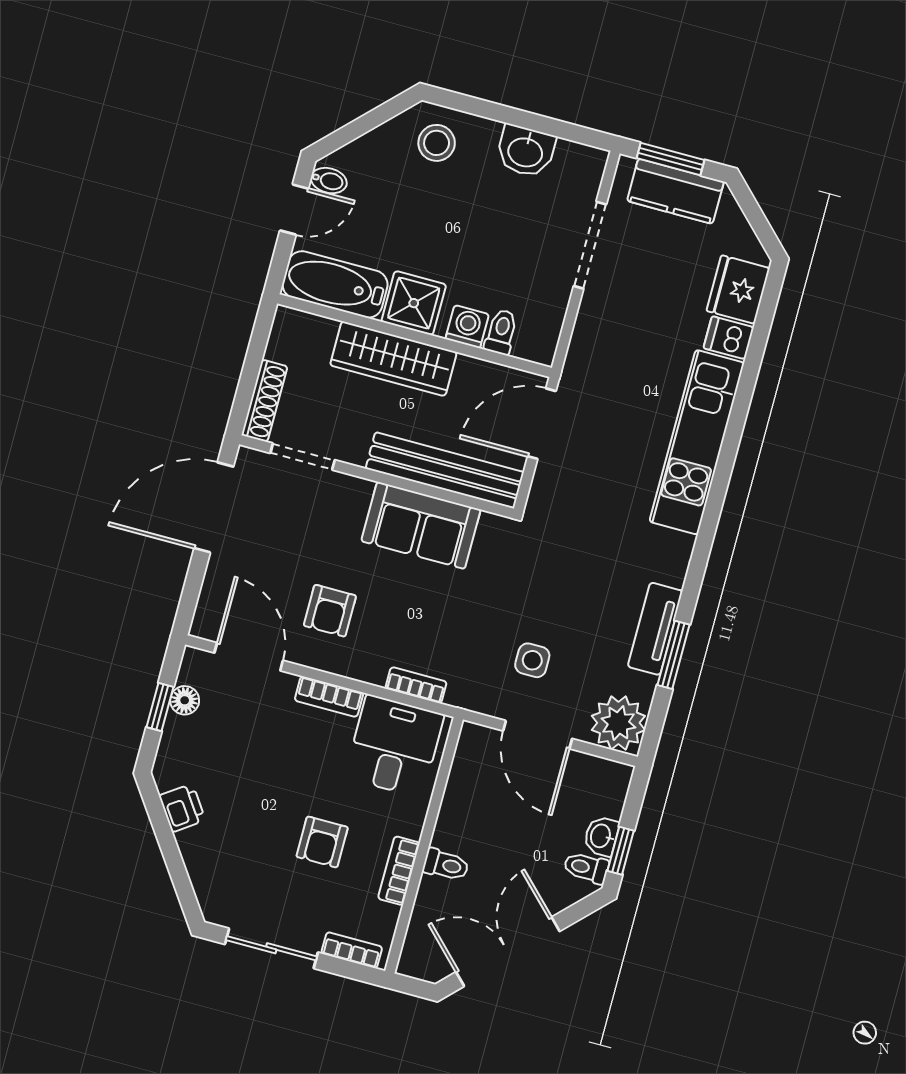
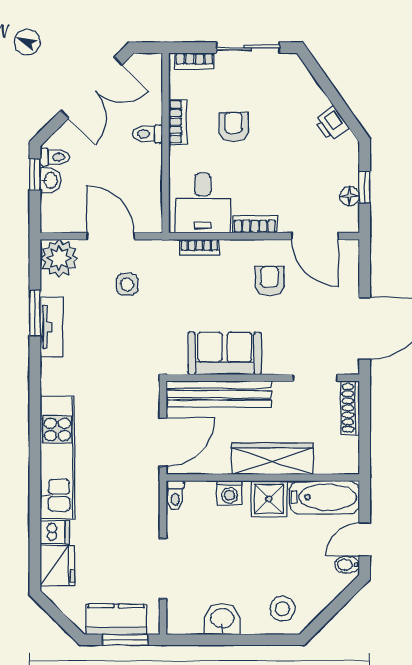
toilet: (501, 332) -> (175, 495), moved

